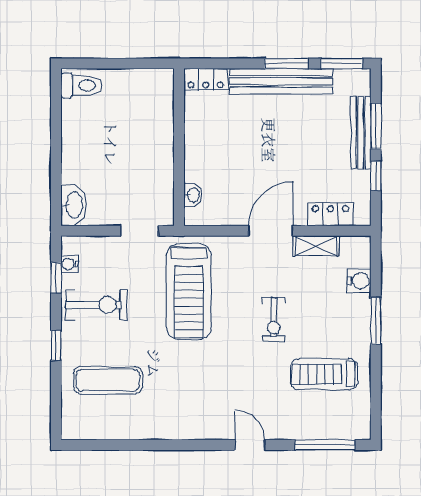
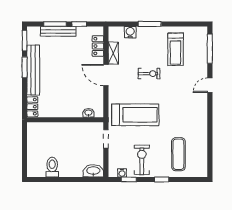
toilet: (81, 86) -> (52, 167), moved

